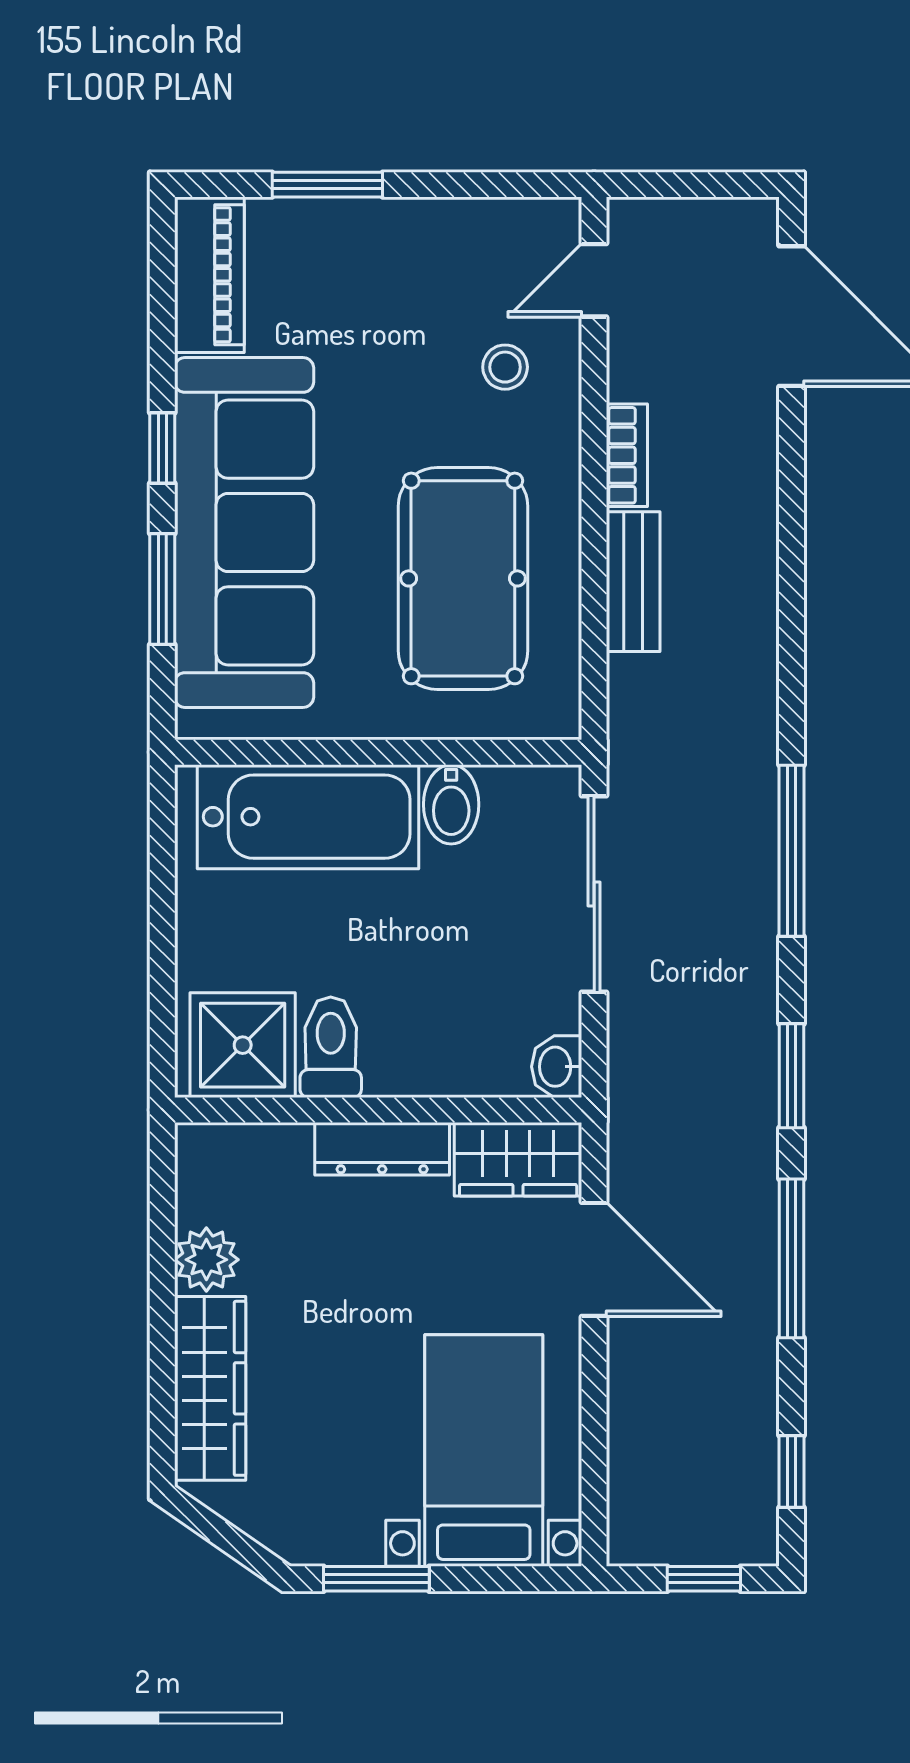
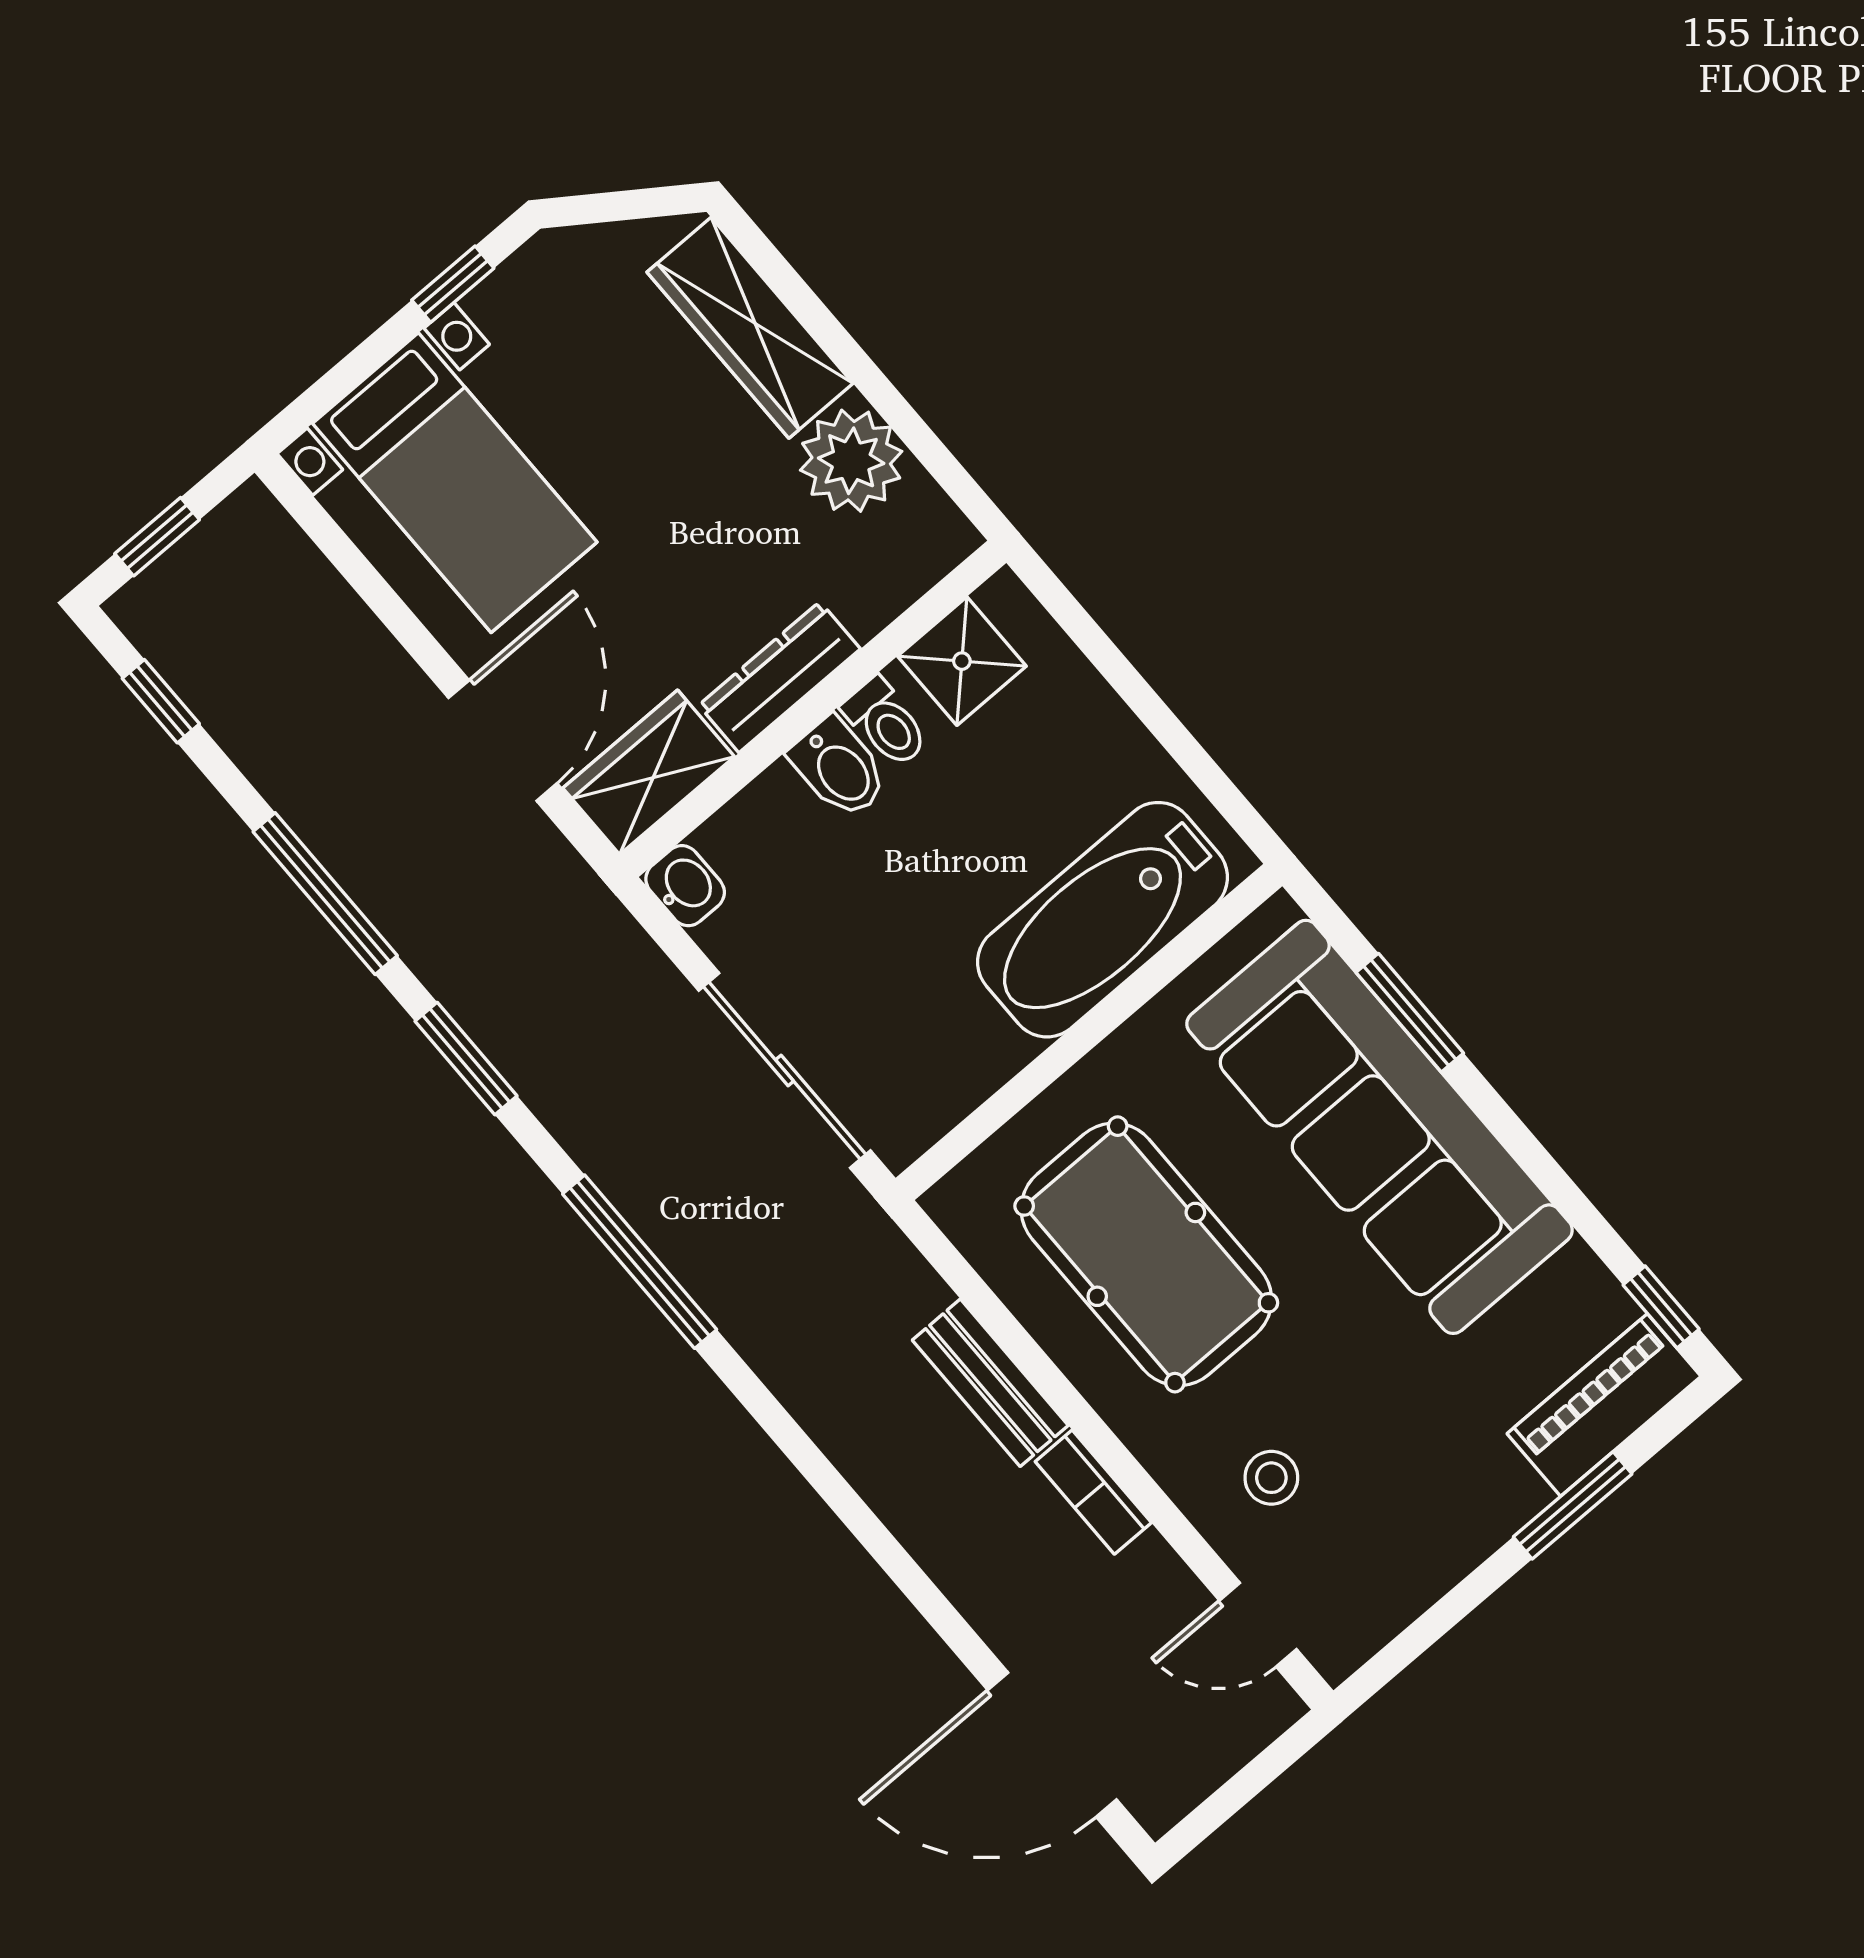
piano: (209, 275) -> (1604, 1405), moved, turned 90
door: (594, 280) -> (1258, 1625), swing flipped
window: (162, 448) -> (1661, 1307), moved
bidet: (451, 804) -> (839, 768), moved, turned 180
shower: (243, 1045) -> (962, 661), width x0.73, depth x0.73
toilet: (331, 1047) -> (886, 723), width x0.73, depth x0.72
door: (594, 1259) -> (503, 741), swing flipped
plant: (206, 1260) -> (851, 461), width x1.36, depth x1.36
window: (376, 1579) -> (453, 284), width x0.67

